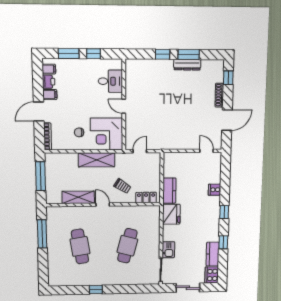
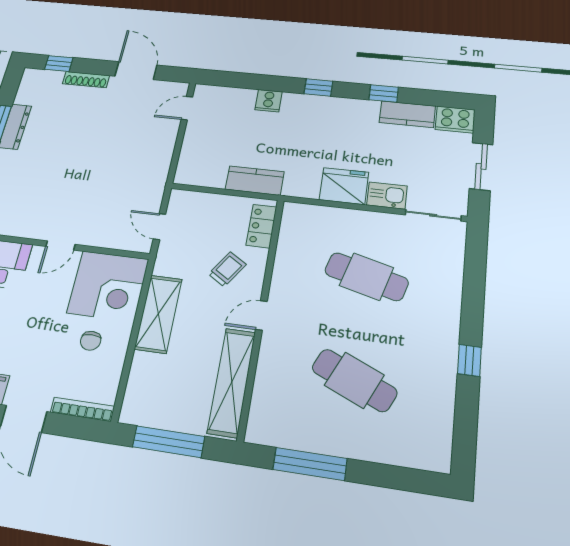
shelving: (78, 197) -> (232, 382), width x1.47
fridge: (171, 214) -> (344, 186), moved
cafe table: (80, 246) -> (354, 380), turned 33

